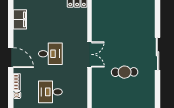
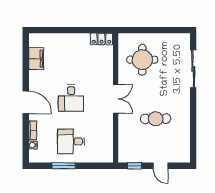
round table: (113, 20) -> (142, 60), added
desk: (50, 54) -> (71, 98), turned 90
sliding door: (157, 54) -> (193, 69), moved

